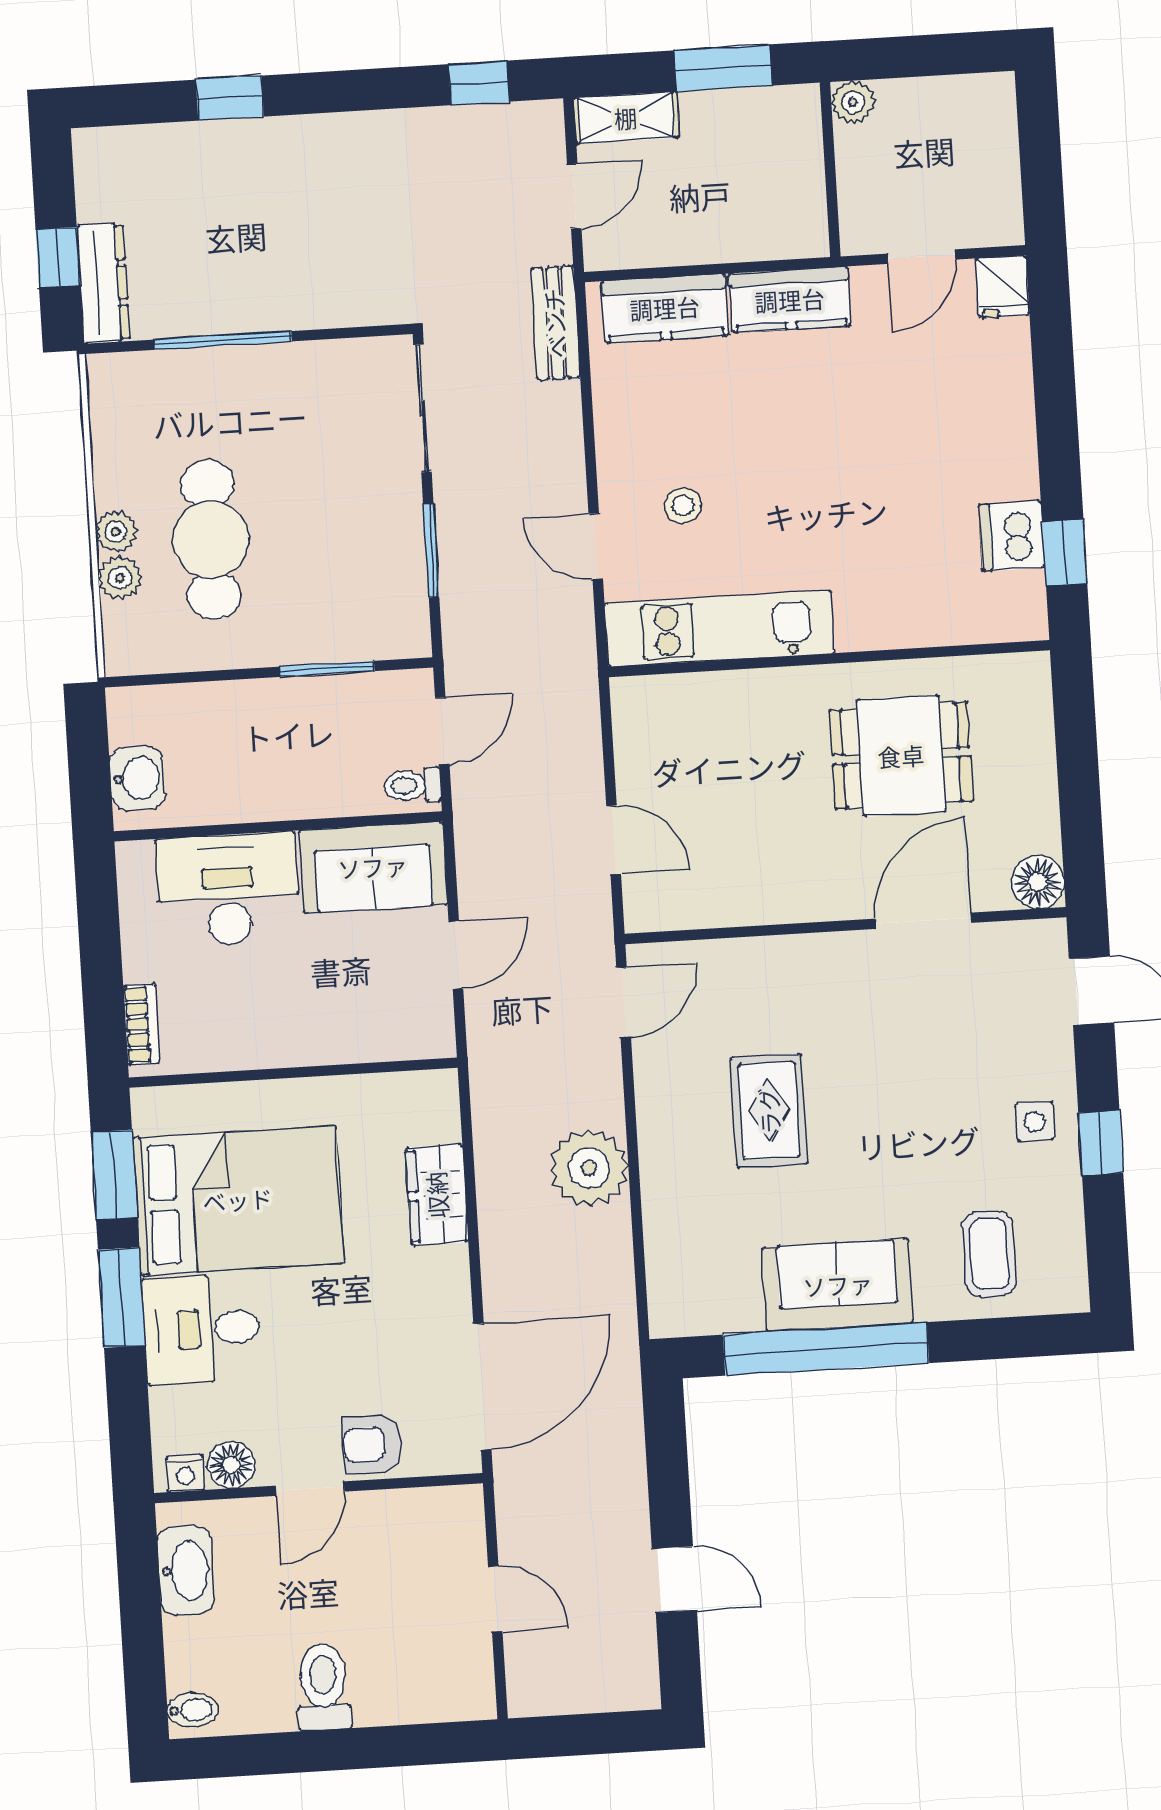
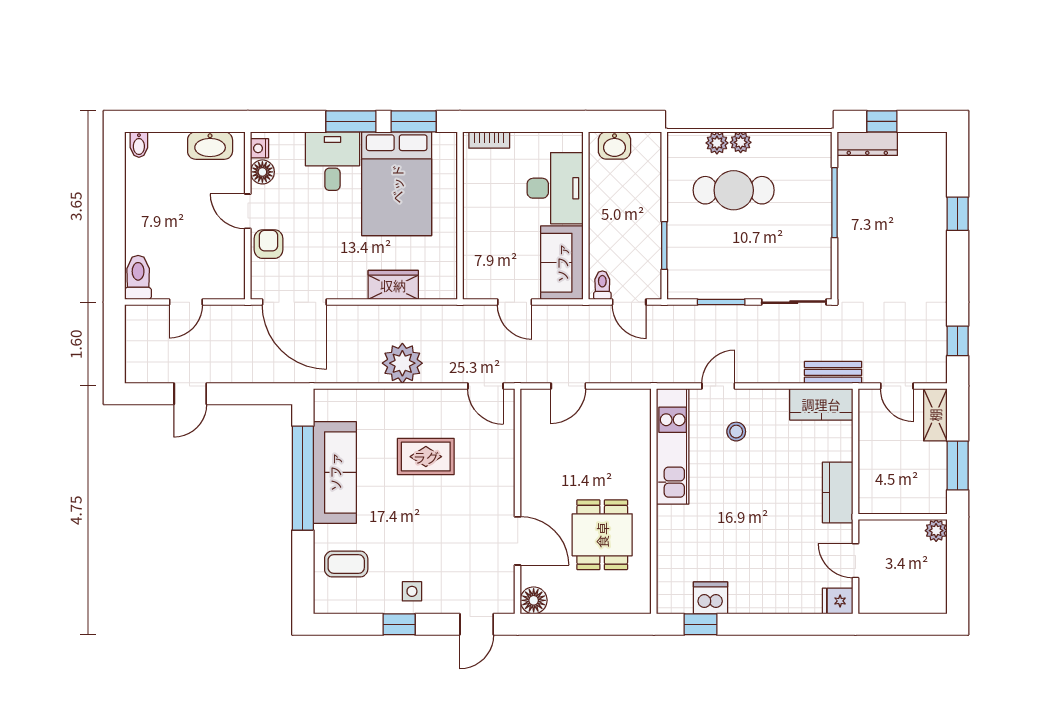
kitchen counter: (665, 308) -> (821, 404), moved, turned -90
sofa: (838, 1285) -> (335, 472), width x1.36
toilet: (323, 1687) -> (138, 277), moved, turned -90

